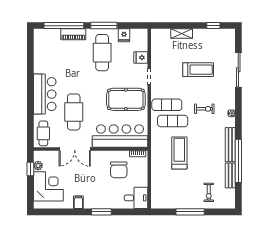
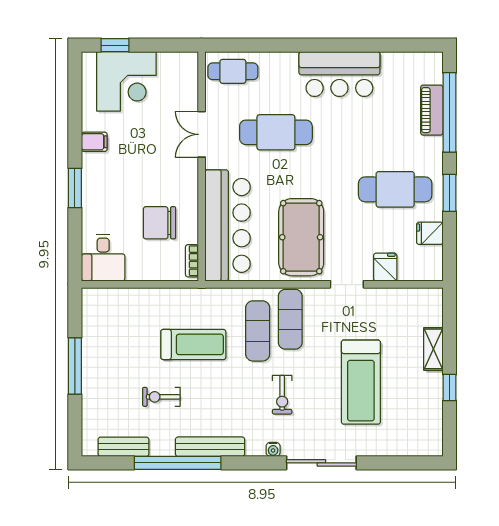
window: (104, 26) -> (450, 193), width x0.69
window: (213, 26) -> (450, 388), moved
piano: (73, 34) -> (432, 110), moved
treadmill: (198, 70) -> (361, 382), width x1.37, depth x1.38
sliding door: (238, 70) -> (321, 463), moved
bar counter: (45, 94) -> (339, 74), moved
double door: (75, 149) -> (202, 134), width x0.73
plant: (38, 166) -> (168, 61), removed
window: (30, 169) -> (115, 45), moved
bench: (230, 175) -> (123, 447), moved
exercise bike: (209, 192) -> (161, 397), moved

